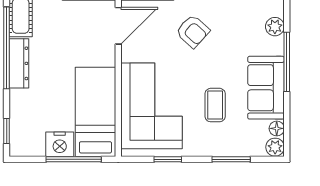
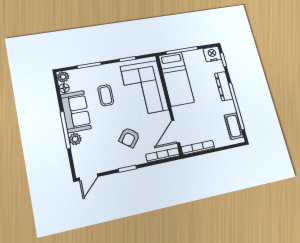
plant: (275, 27) -> (75, 139), moved
armchair: (193, 31) -> (129, 137), turned -94
dresser: (19, 63) -> (224, 86), moved
nightstand: (60, 144) -> (212, 54), moved

